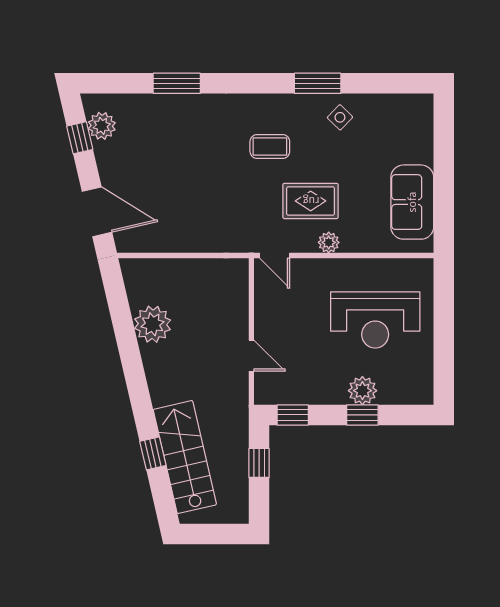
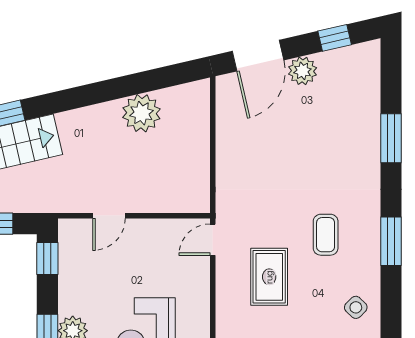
window: (318, 83) -> (391, 241), moved
plant: (102, 126) -> (302, 71), moved
plant: (329, 242) -> (226, 296), removed

